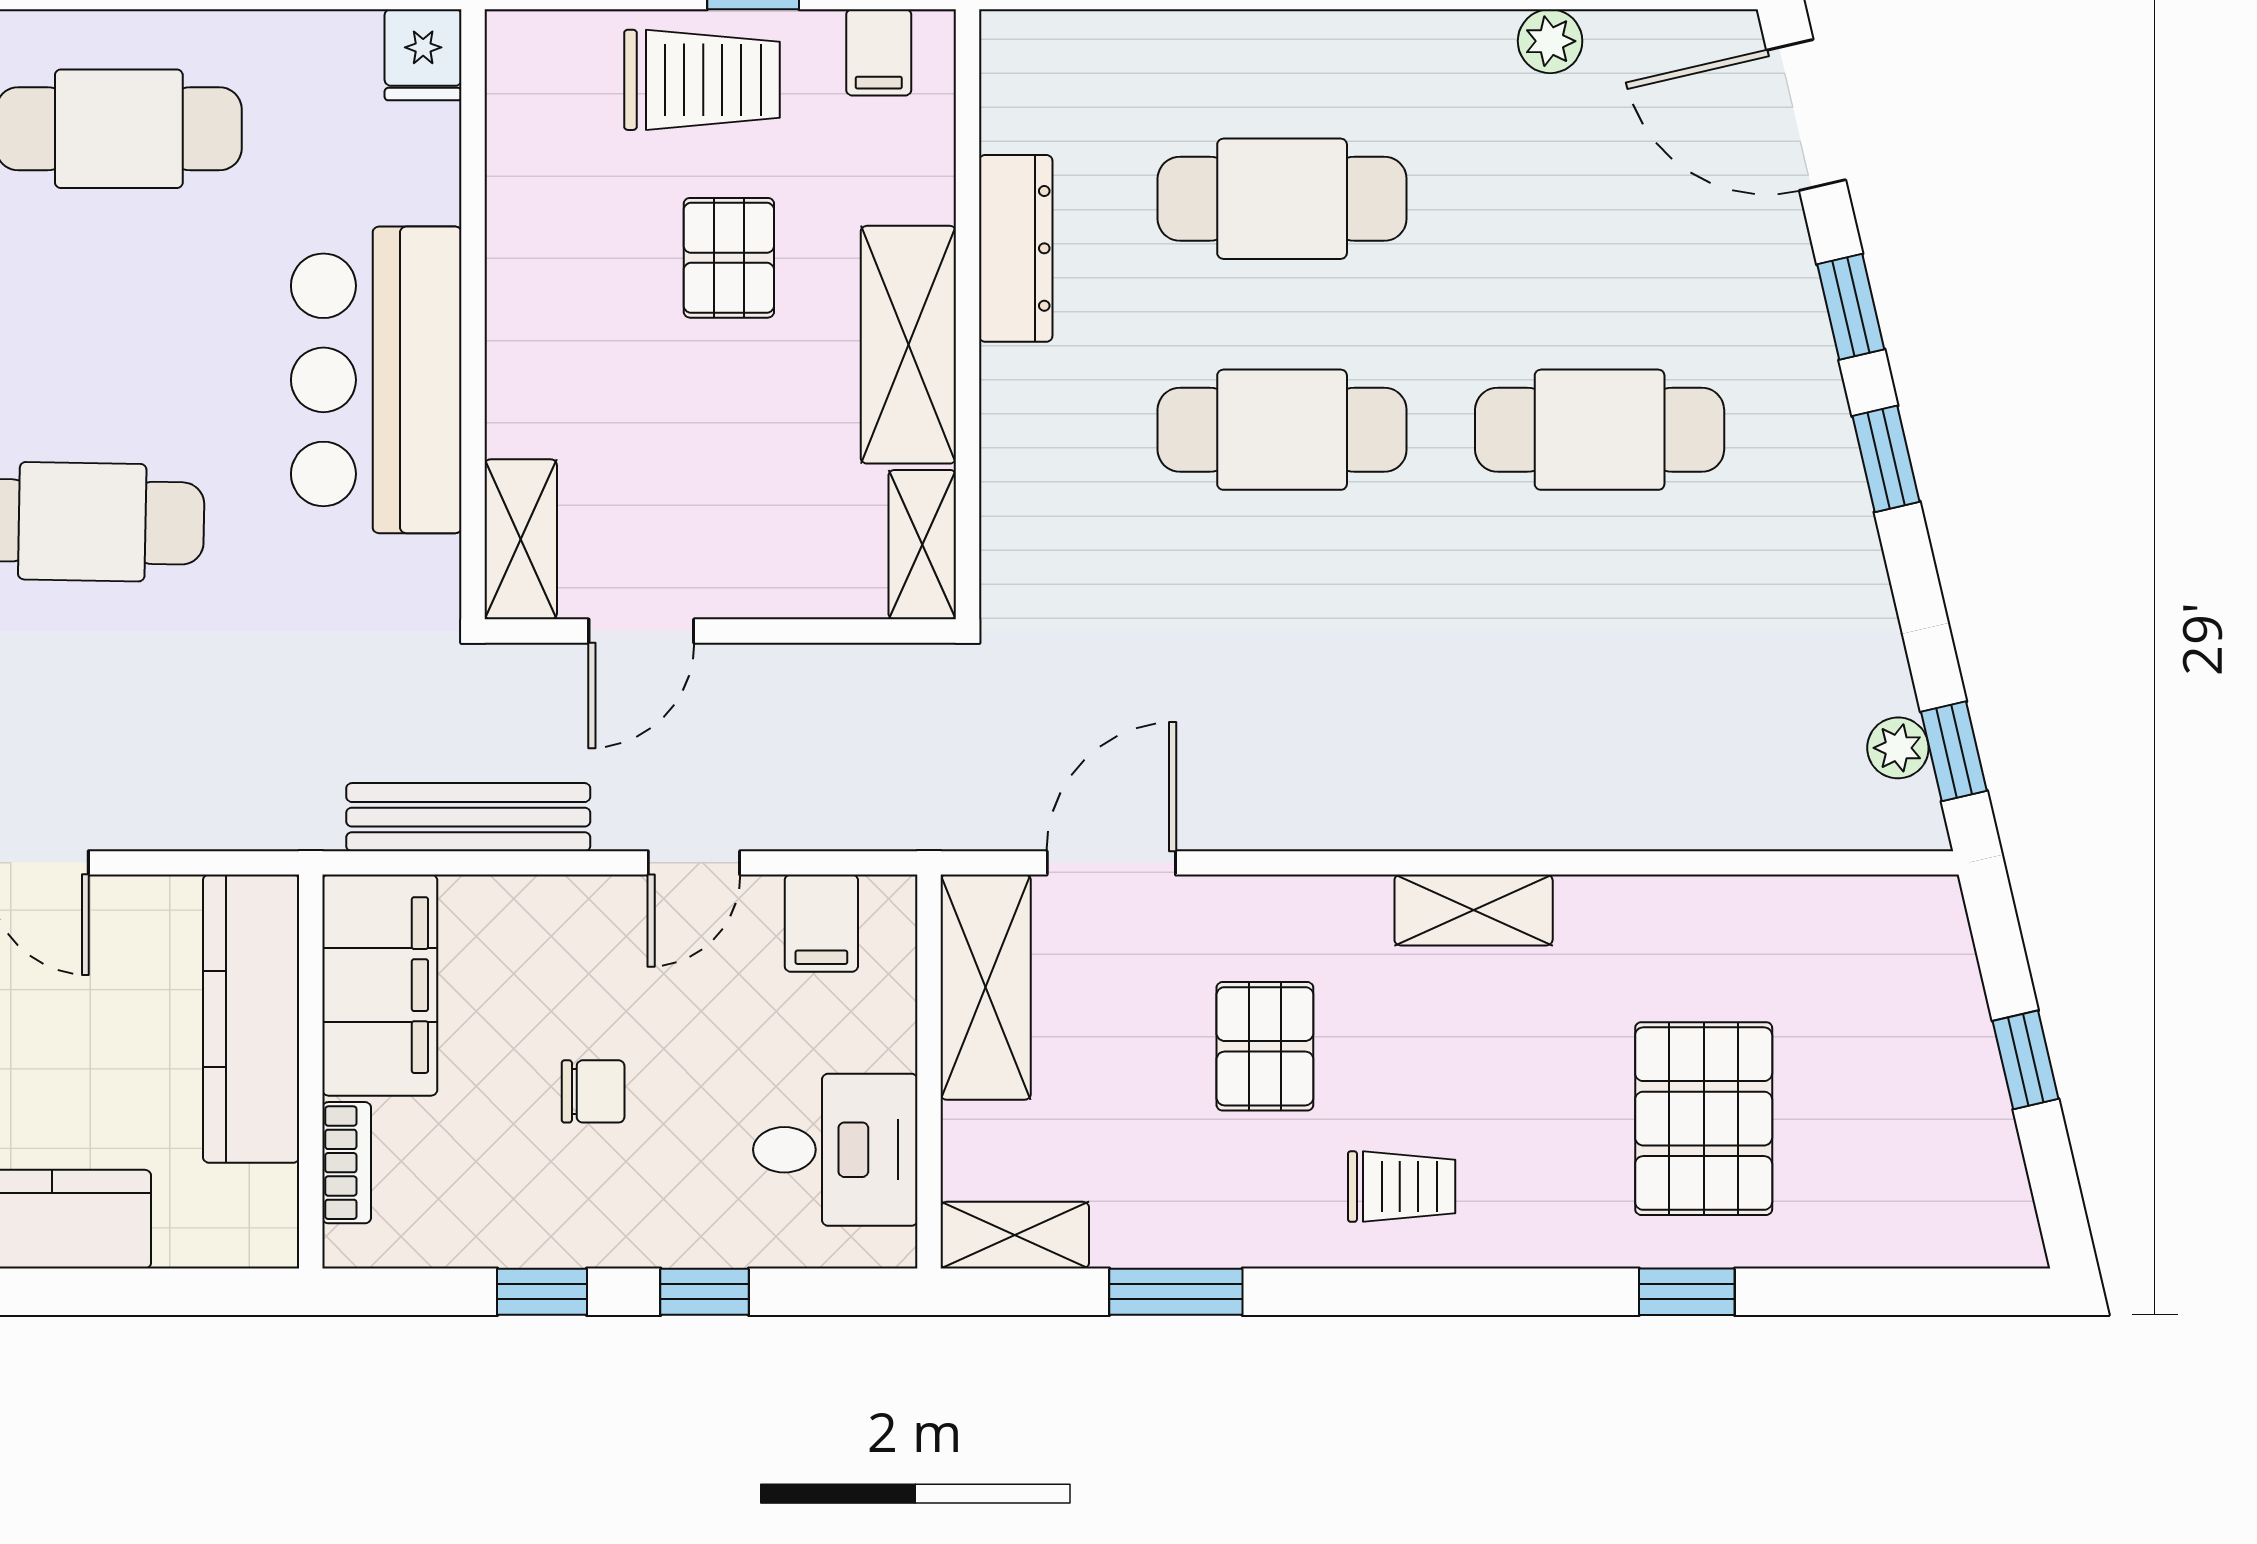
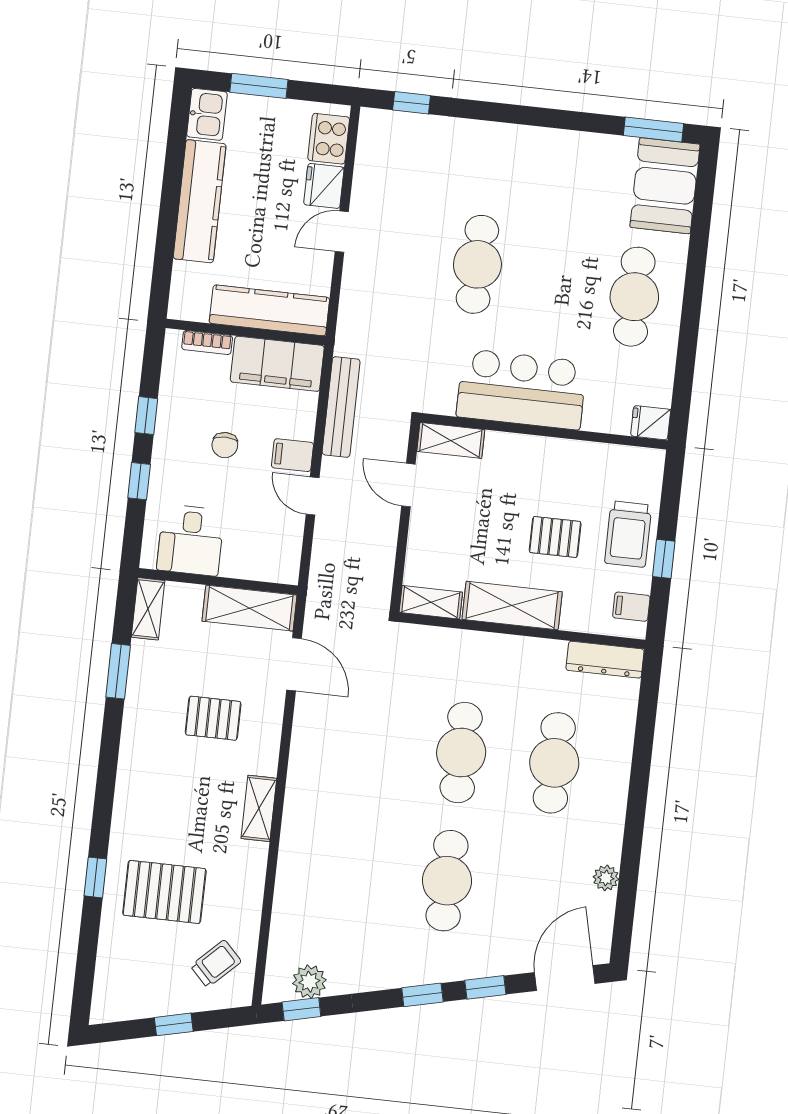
dresser: (1016, 248) -> (605, 660), moved
plant: (1898, 748) -> (309, 982), width x1.38, depth x1.38
filing cabinet: (821, 923) -> (292, 455), moved
trolley: (1402, 1187) -> (216, 964), moved, turned -134

